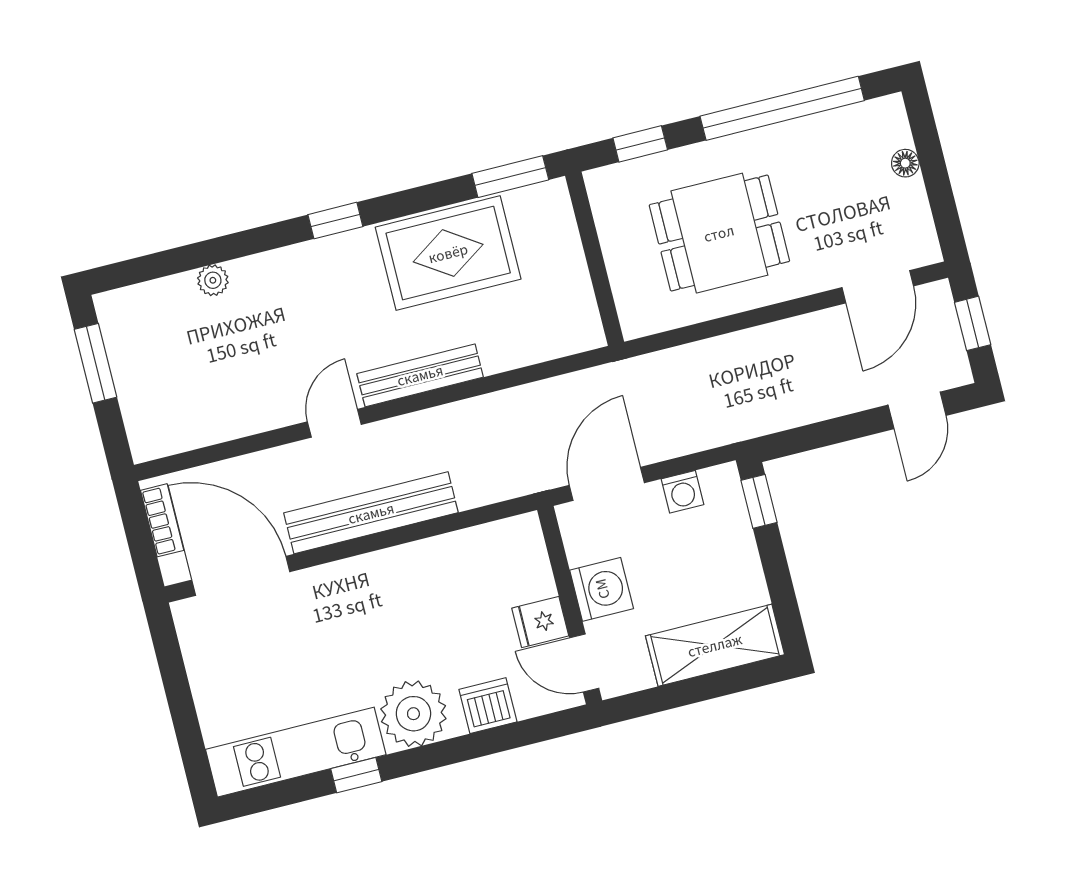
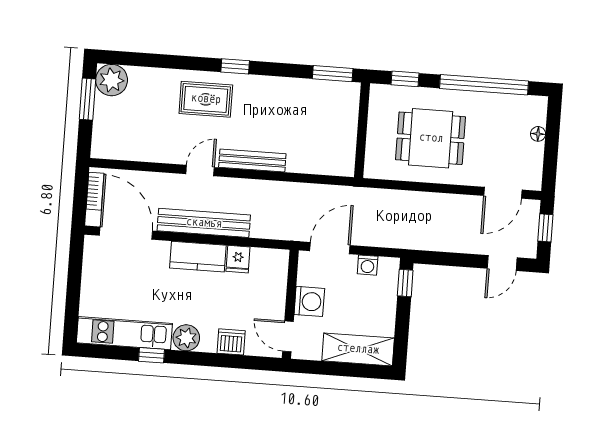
rug: (448, 253) -> (206, 99), moved, width x0.73, depth x0.70
plant: (213, 280) -> (112, 80), moved, width x1.87, depth x1.87
kitchen counter: (380, 575) -> (198, 257), added
fridge: (540, 622) -> (238, 259), moved, turned -90
plant: (413, 714) -> (186, 338), width x0.73, depth x0.73

